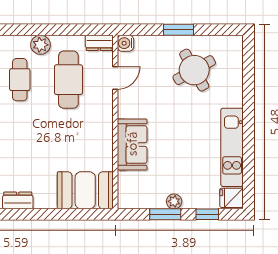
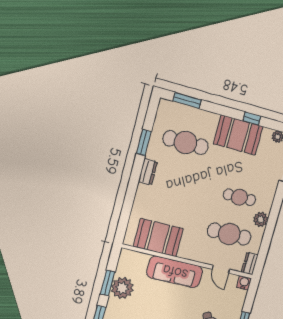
sofa: (132, 144) -> (175, 272), width x1.36
booth: (85, 190) -> (158, 238), moved, turned 90
plant: (174, 201) -> (122, 288), width x1.88, depth x1.88

